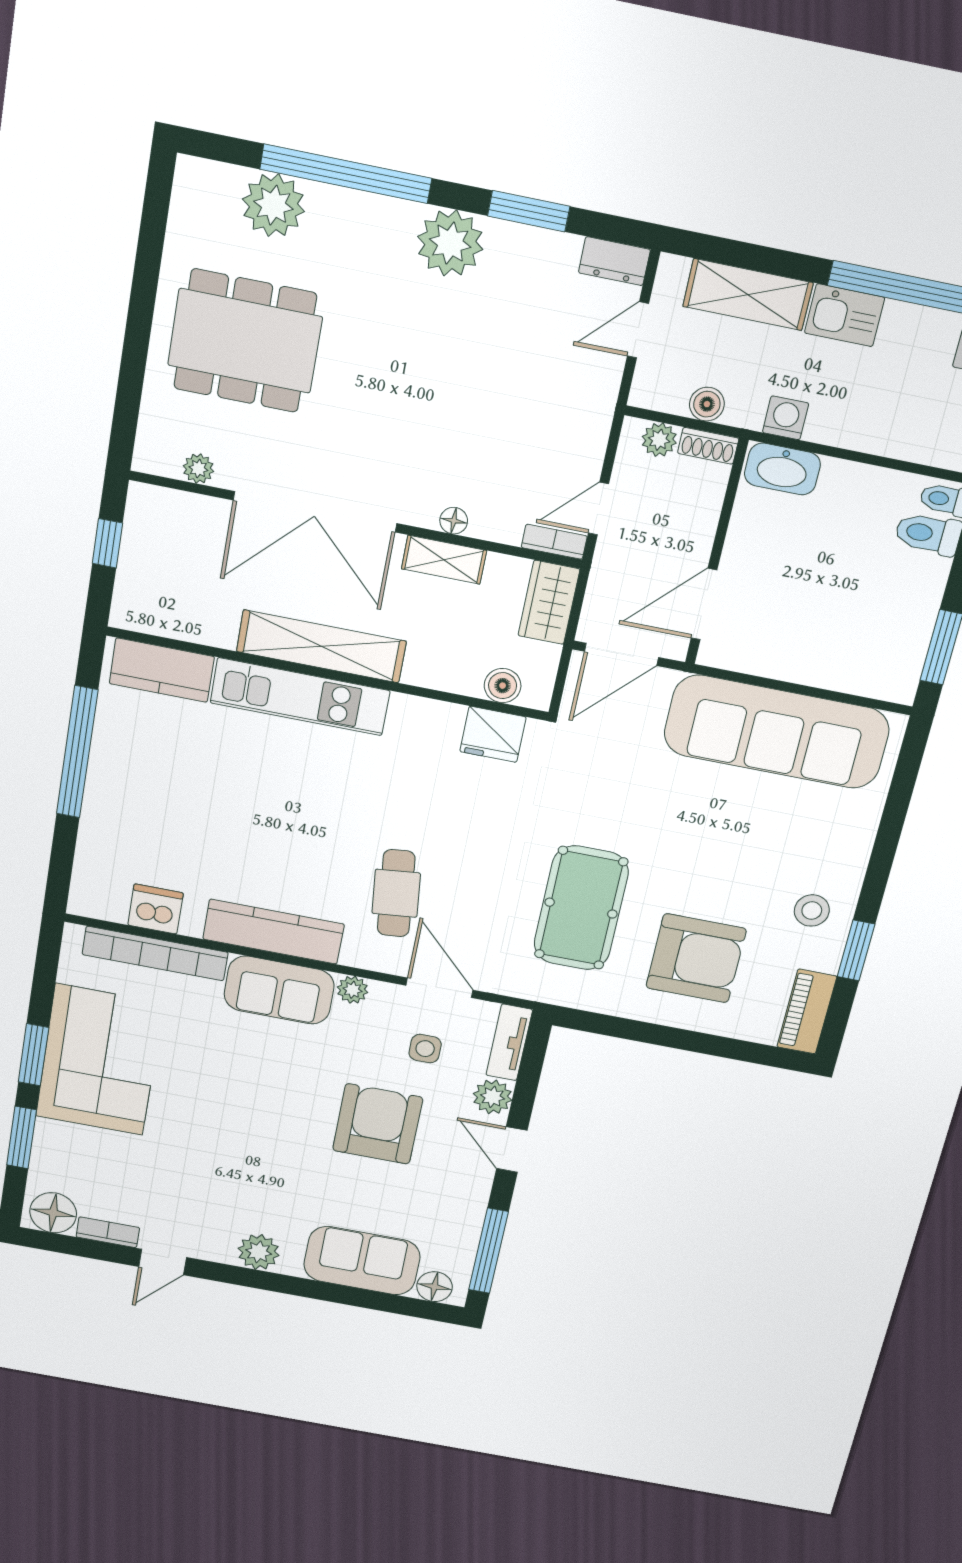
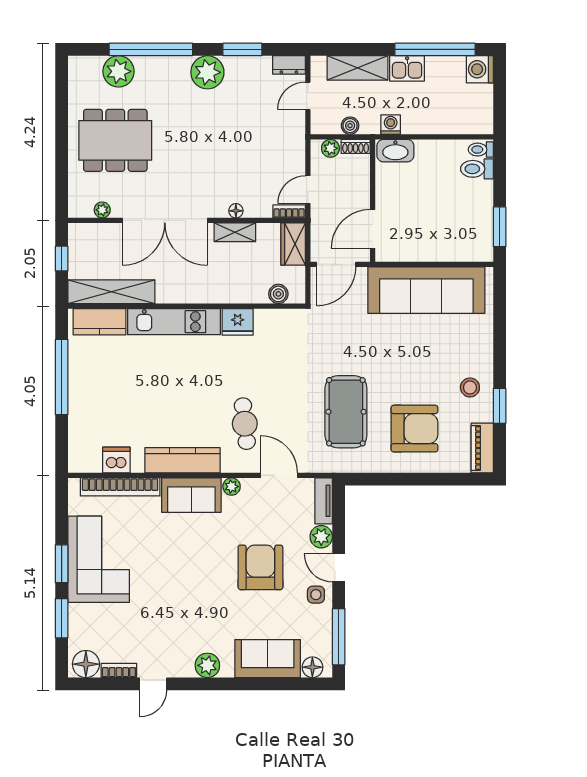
shelving: (321, 646) -> (111, 292), moved
fridge: (493, 734) -> (238, 322), moved
side table: (425, 1049) -> (316, 595), moved

